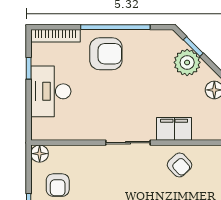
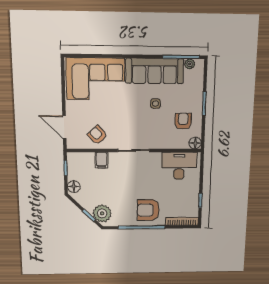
plant: (187, 62) -> (102, 213), moved
desk: (51, 91) -> (179, 166), moved, turned -90
filing cabinet: (174, 129) -> (101, 160), width x0.50

